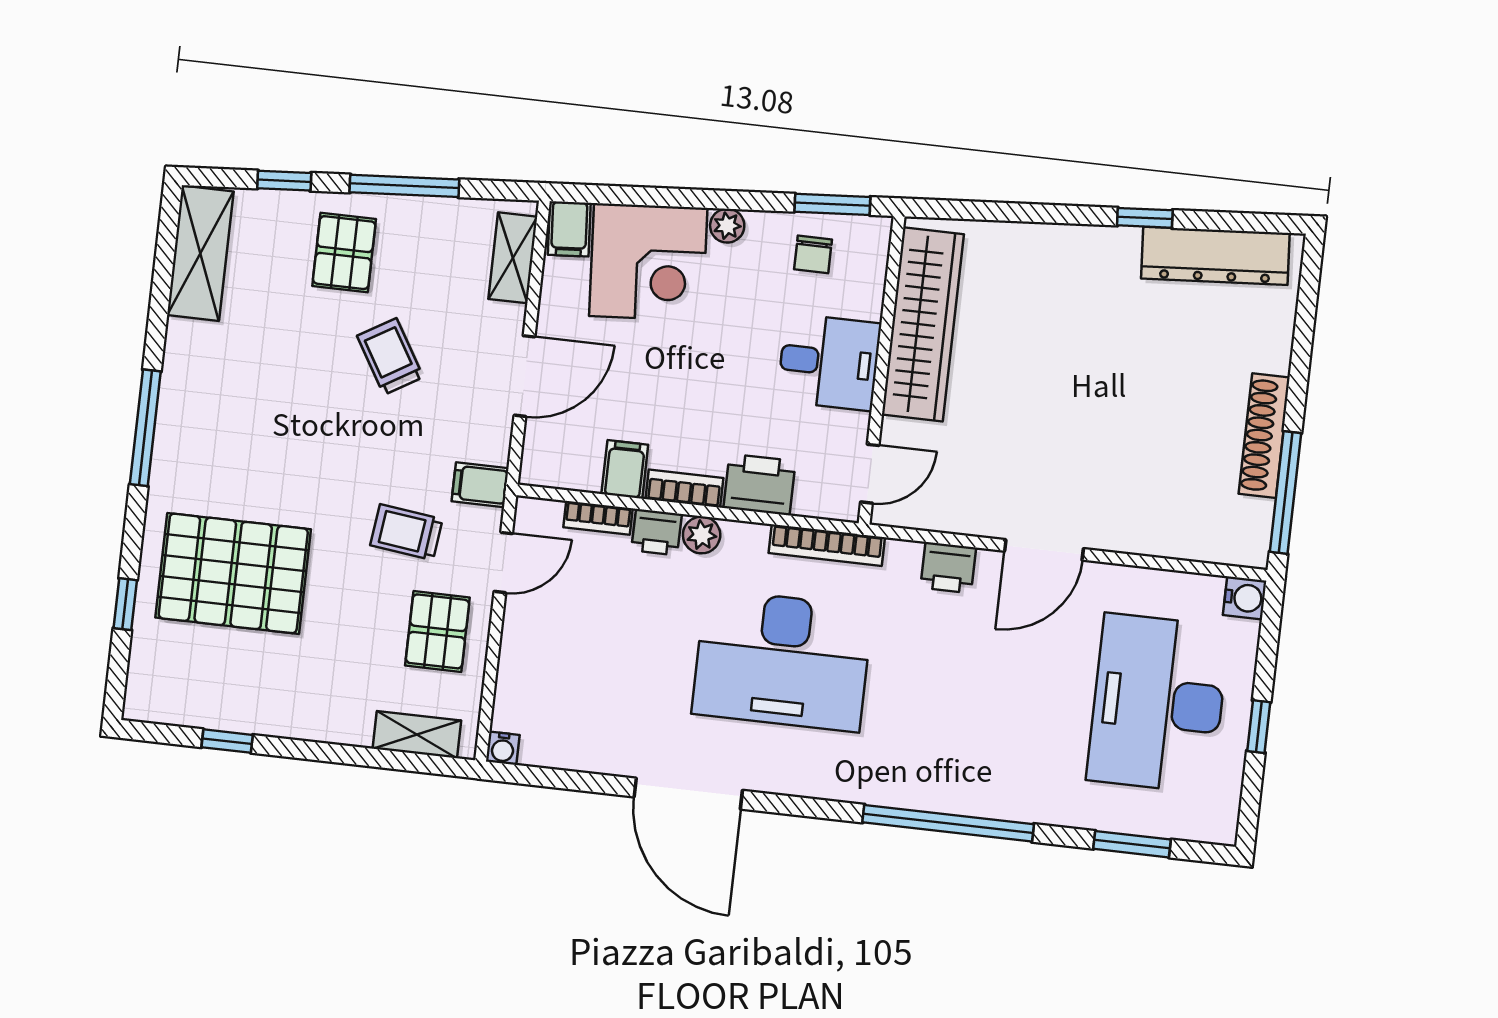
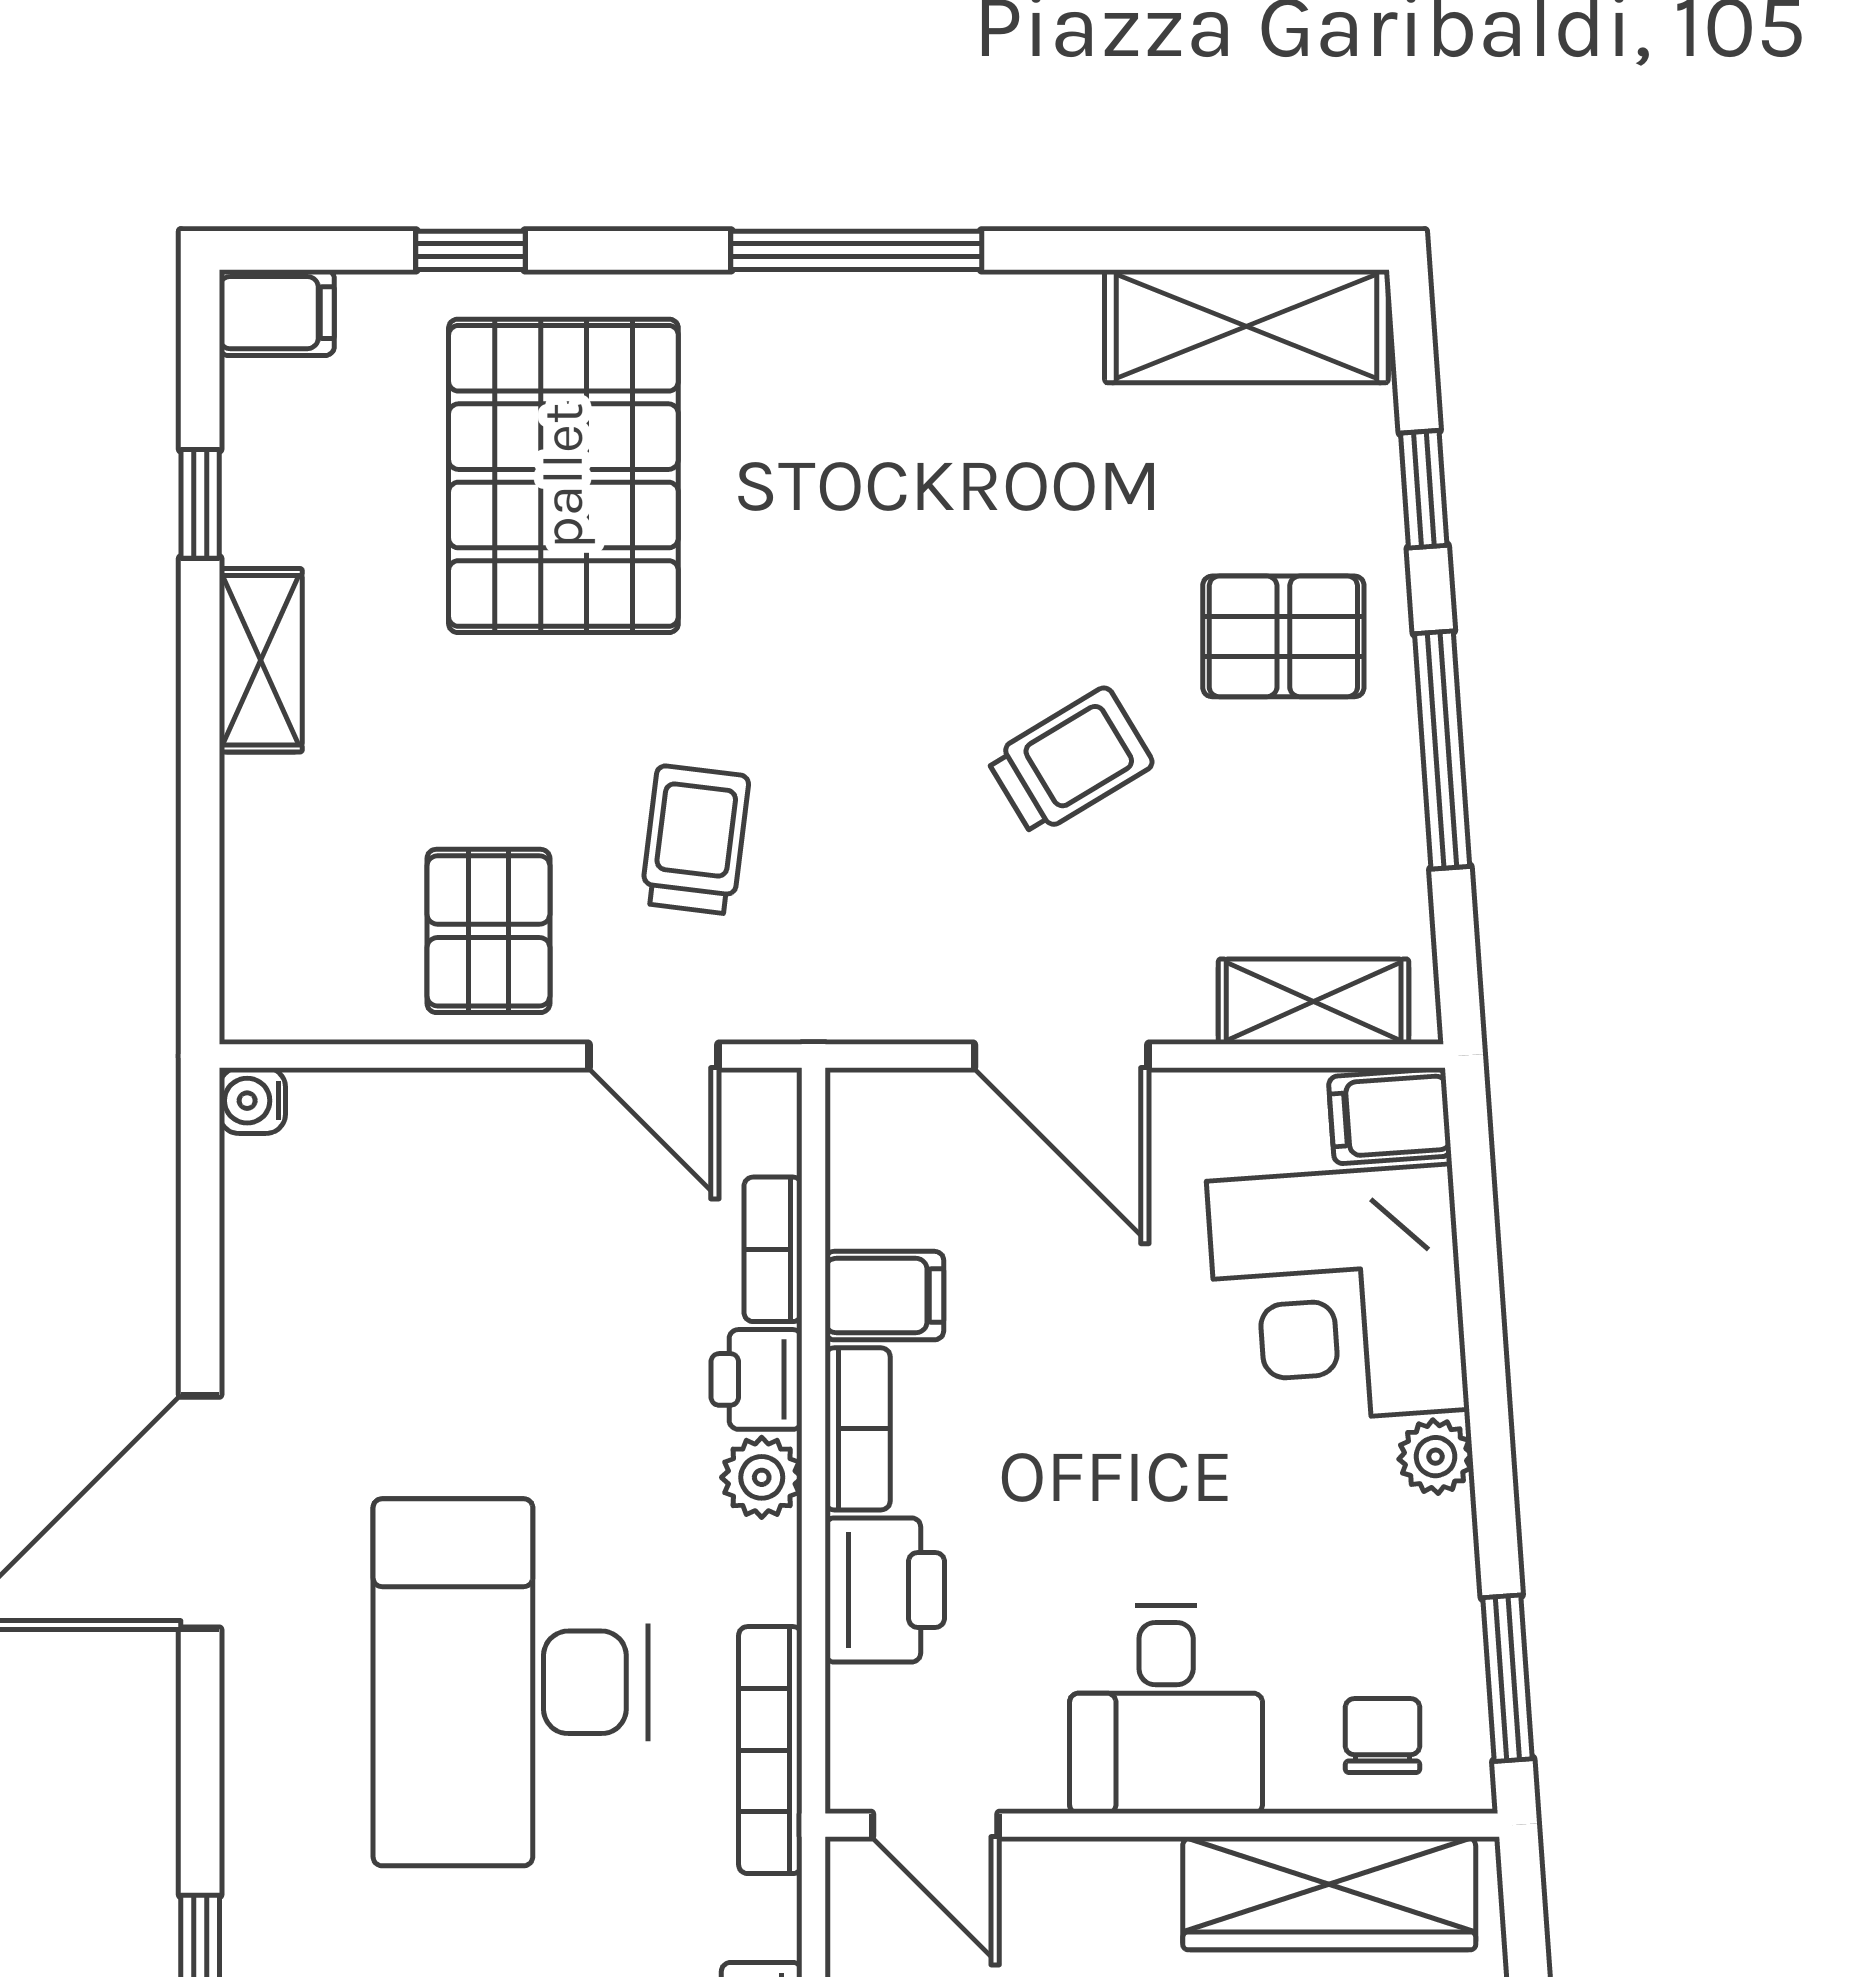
chair: (813, 254) -> (1383, 1736), moved, turned 90
wardrobe: (923, 324) -> (1329, 1893), width x0.71, depth x0.85
filing cabinet: (480, 485) -> (277, 313), moved, turned 90
pallet: (437, 631) -> (488, 931), turned 90
shelving: (417, 735) -> (261, 660), moved

